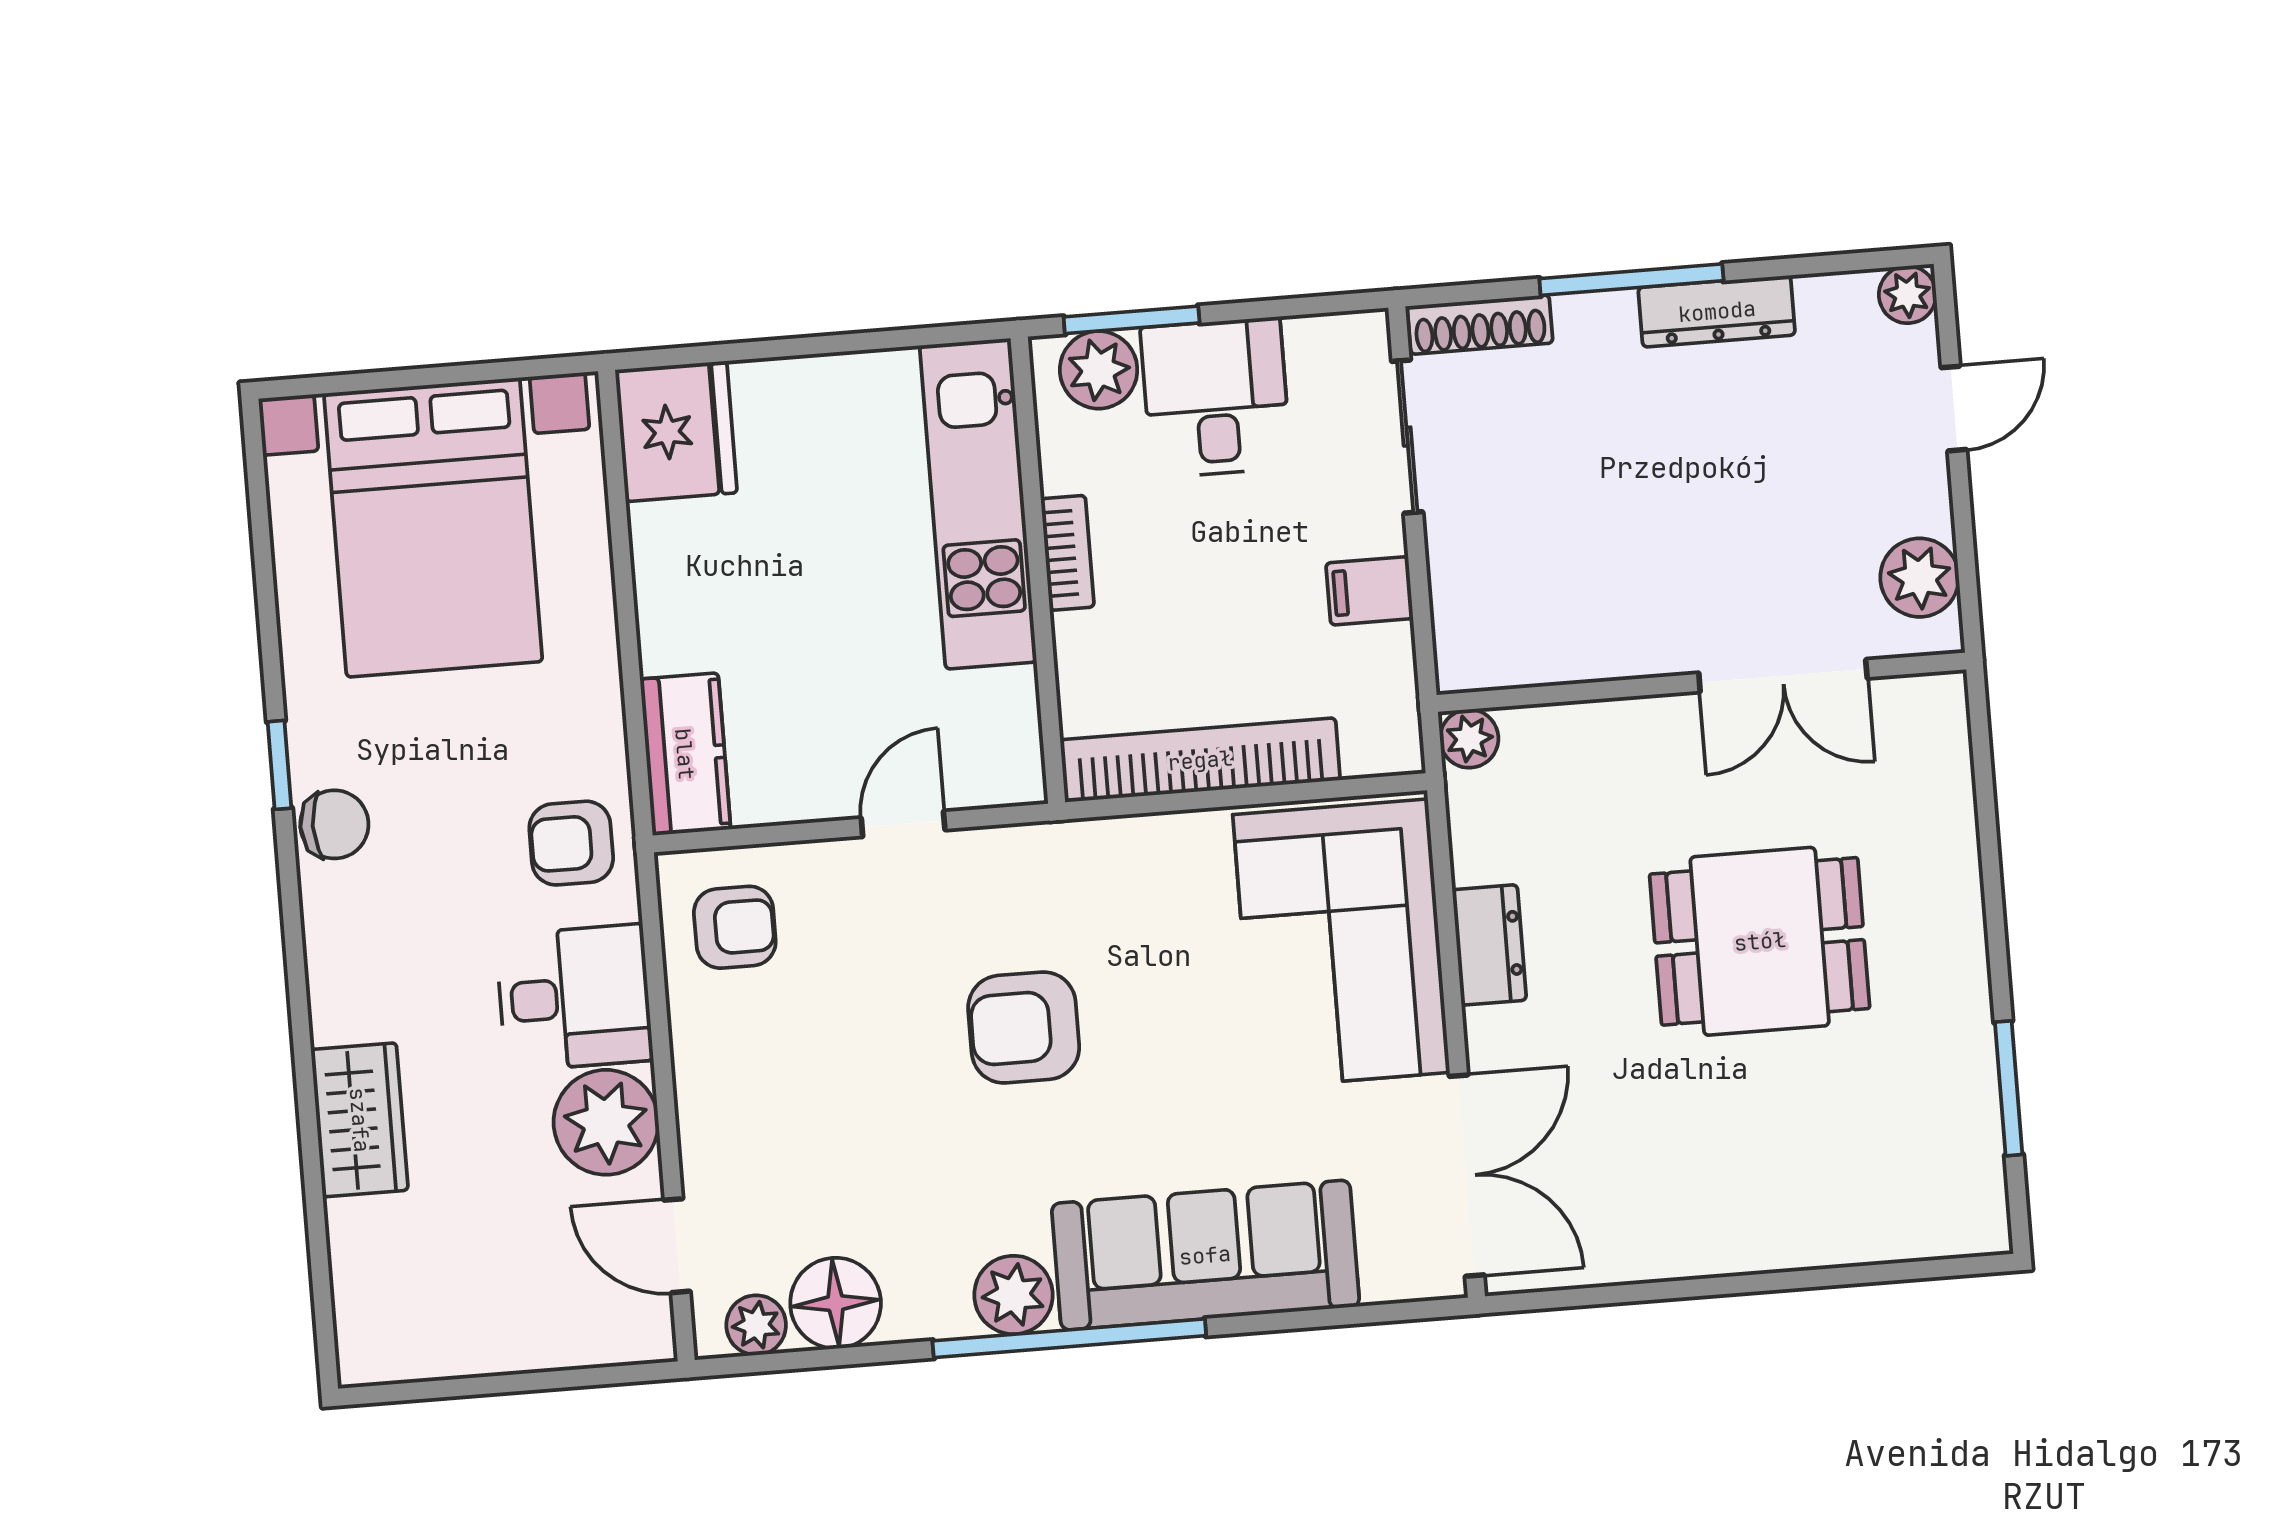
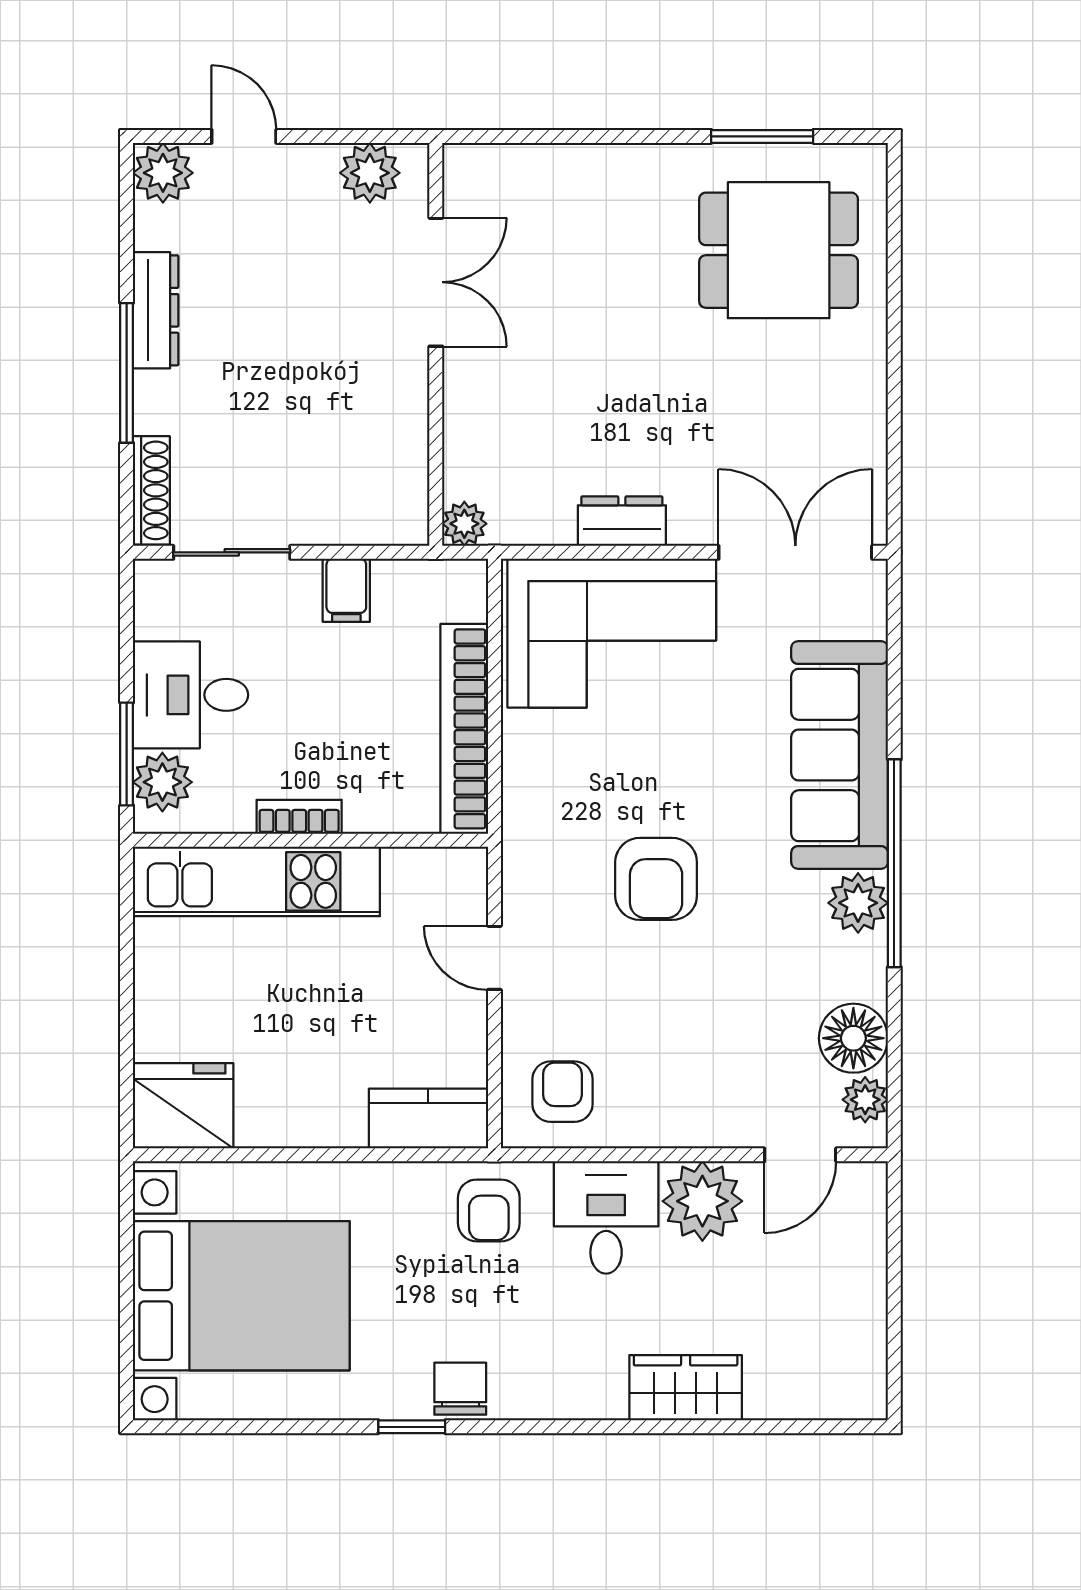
plant: (1908, 295) -> (163, 173), width x1.38, depth x1.38
dining table: (1760, 941) -> (779, 250), moved, turned 90

